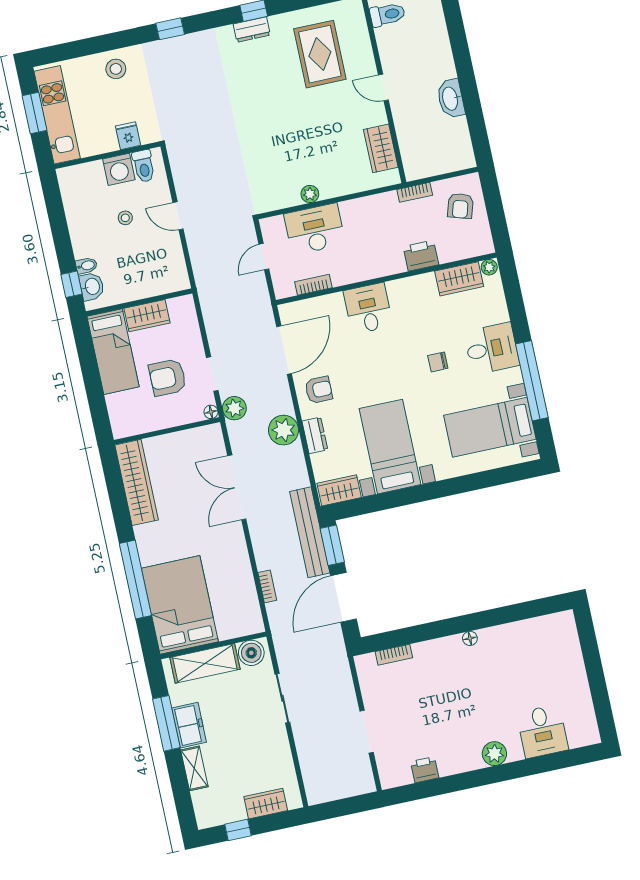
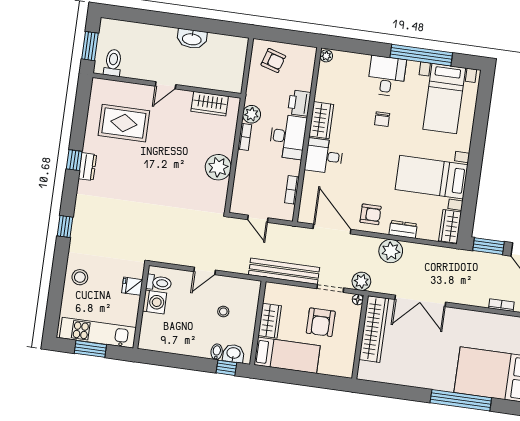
bookcase: (415, 192) -> (245, 137), moved
plant: (310, 194) -> (218, 167), width x1.88, depth x1.88
plant: (386, 203) -> (252, 114), added
stool: (125, 218) -> (223, 312), moved
desk: (315, 229) -> (288, 137), moved, turned 180
wardrobe: (459, 279) -> (321, 120), moved
armchair: (319, 390) -> (371, 214), turned 90
wardrobe: (137, 482) -> (374, 329), moved, turned 90
bench: (310, 532) -> (284, 271), moved

